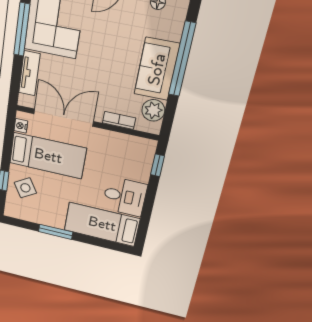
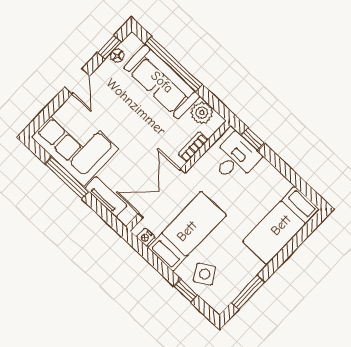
sofa: (157, 69) -> (162, 82), width x1.36
desk: (125, 197) -> (235, 158), moved
window: (56, 232) -> (248, 292), moved

